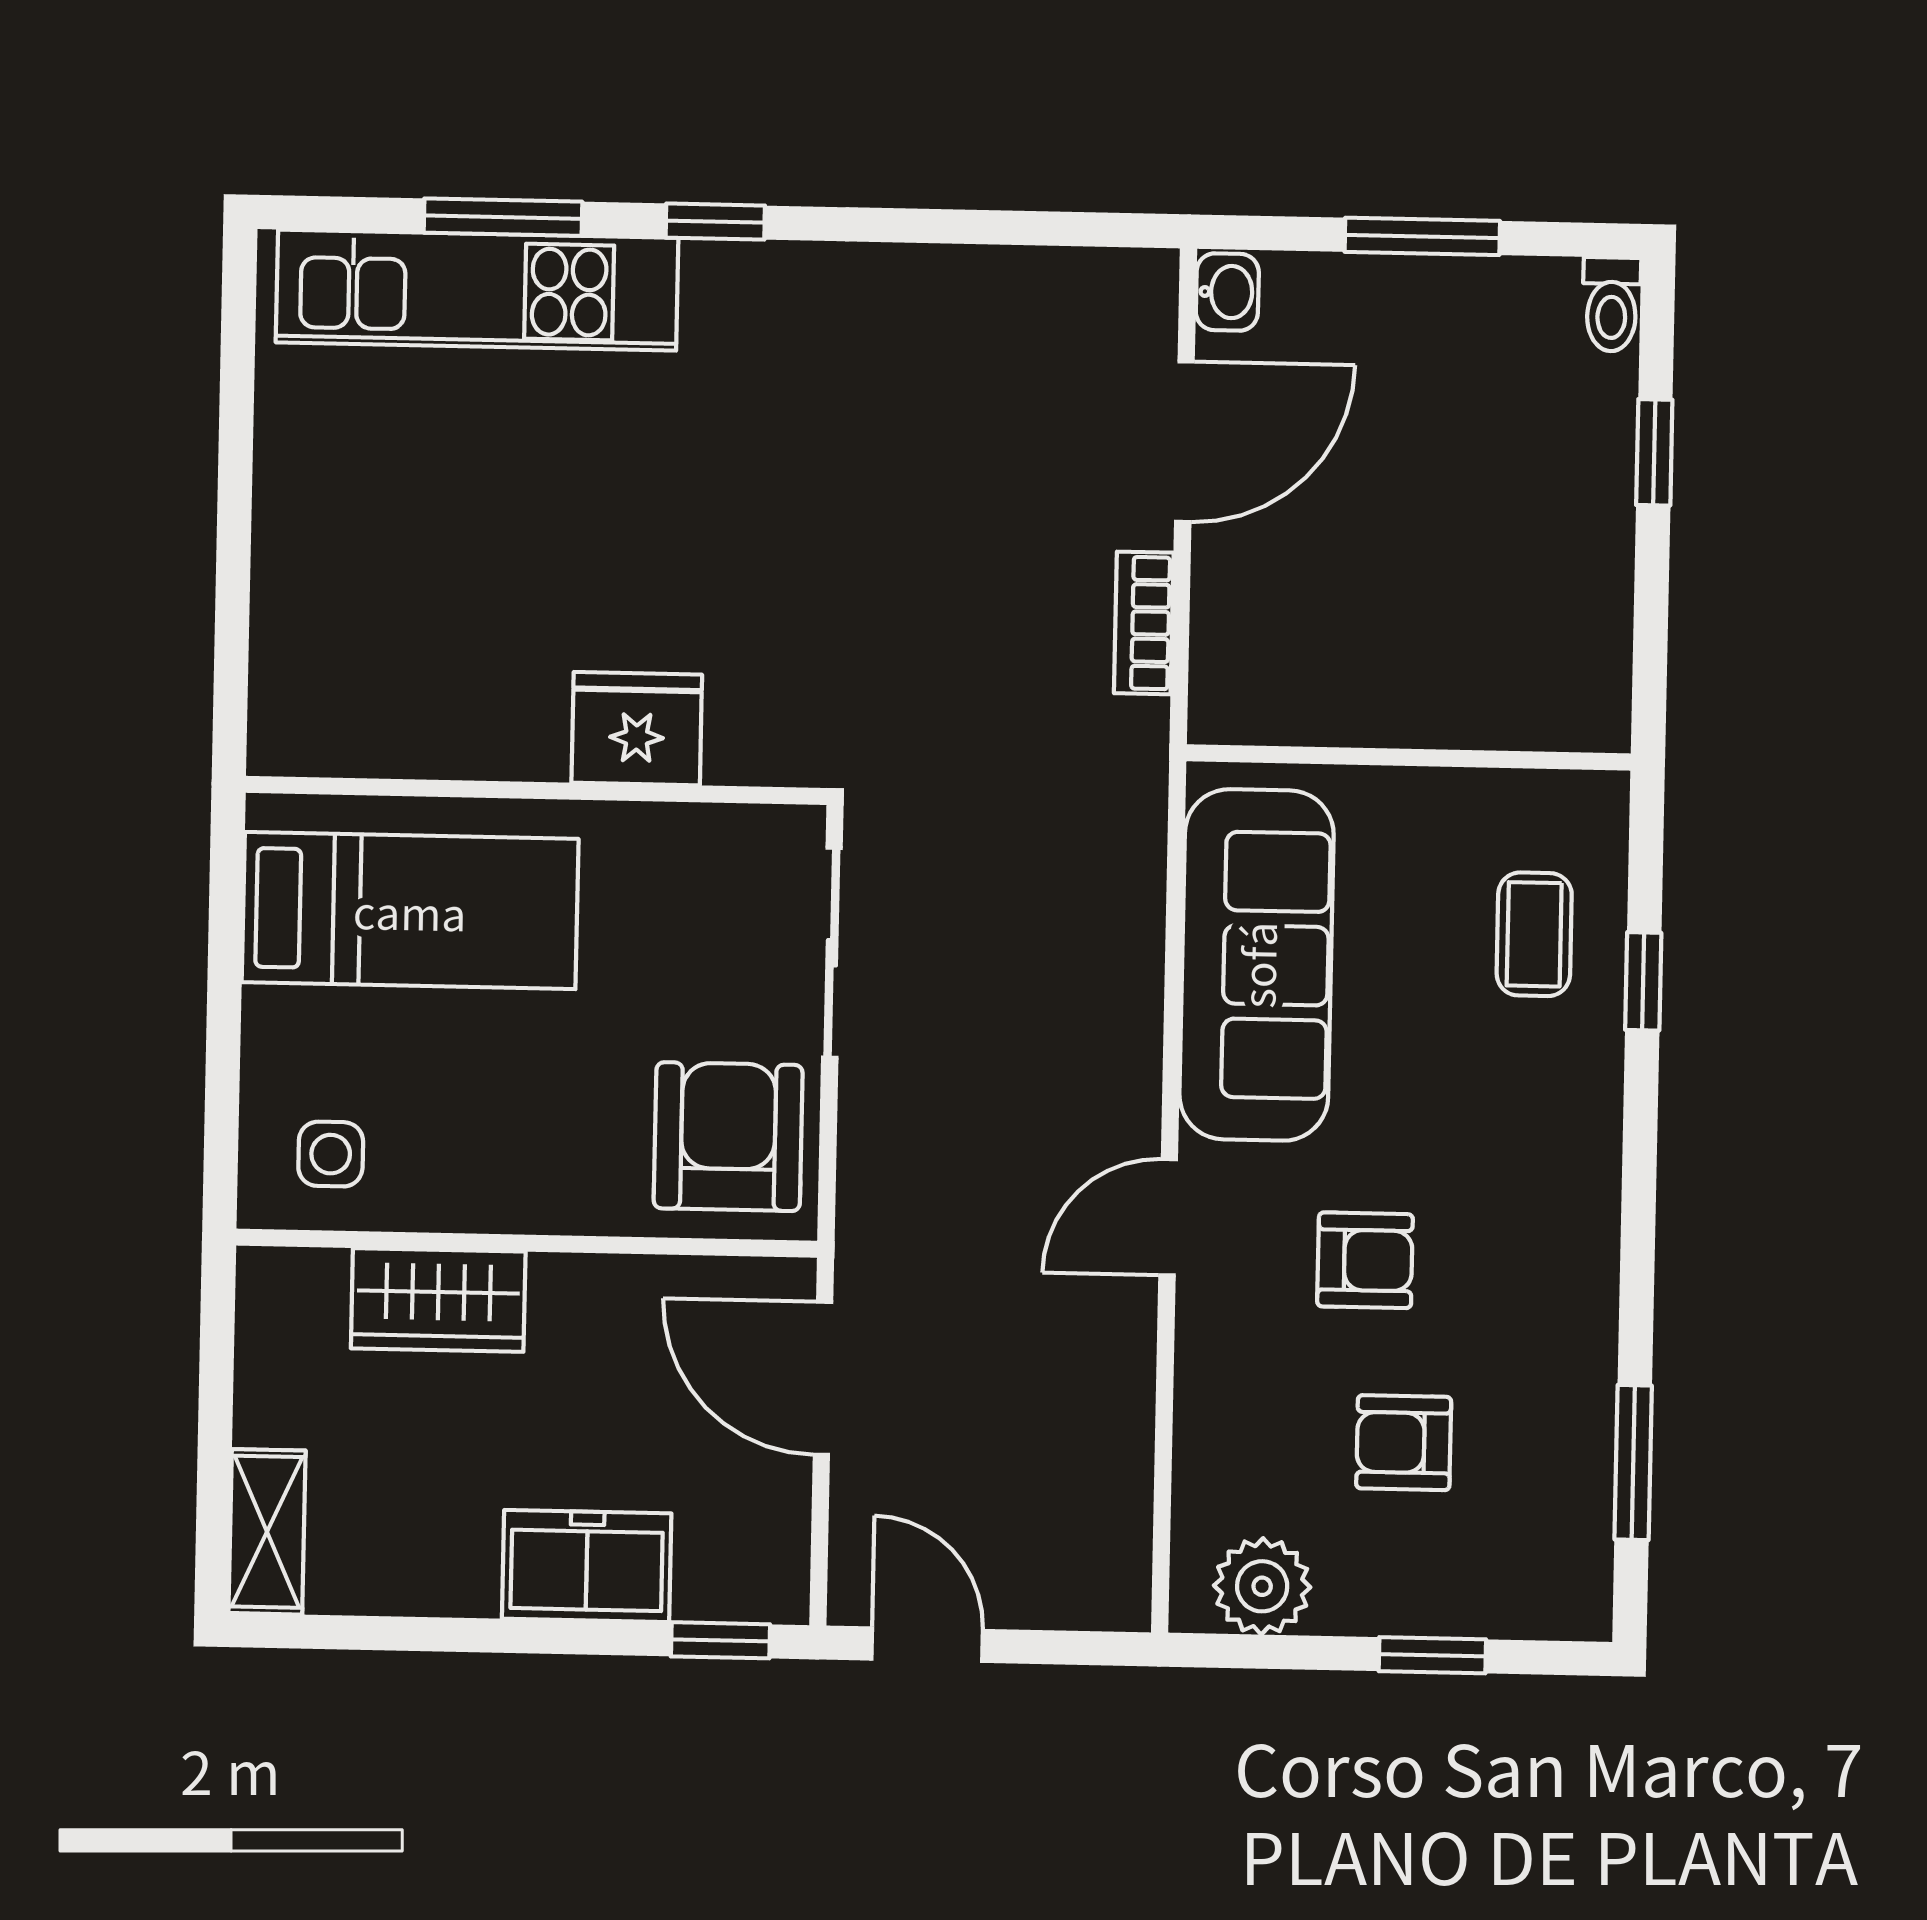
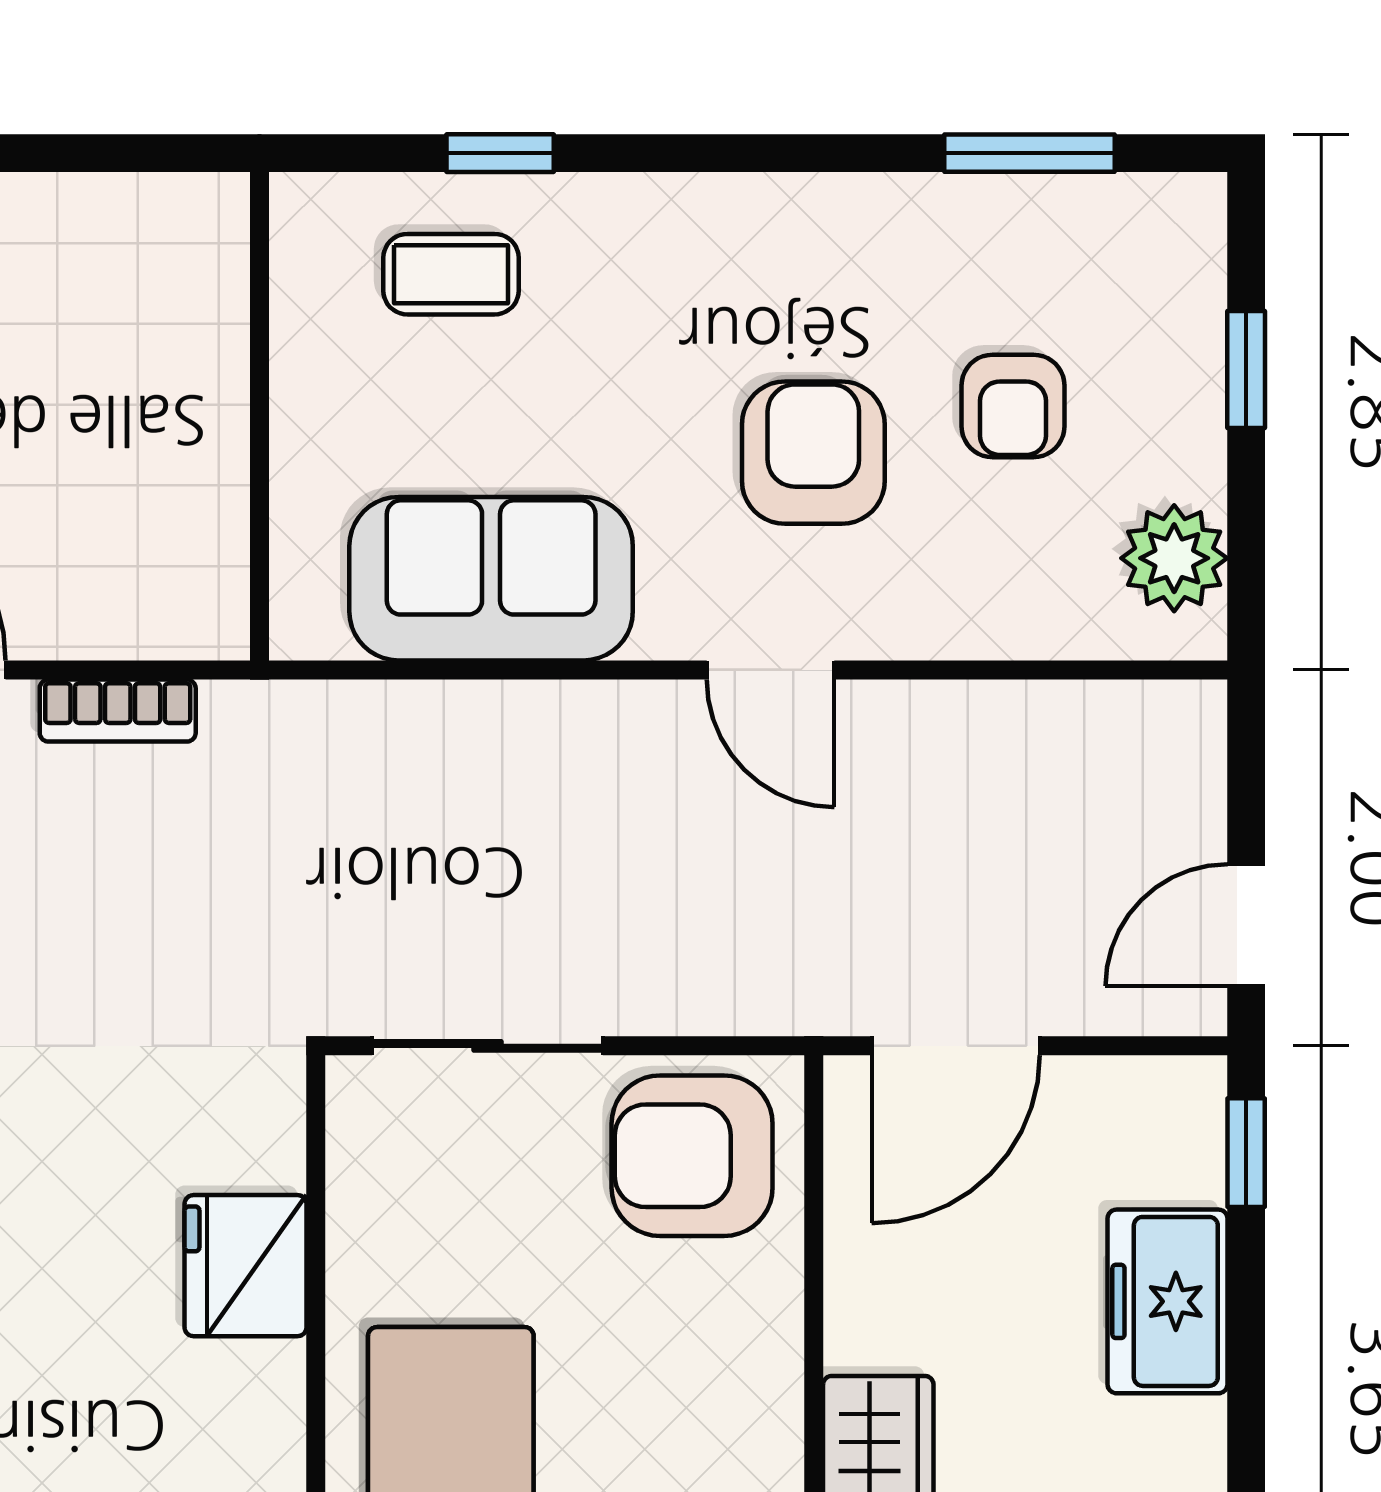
sofa: (1257, 965) -> (491, 579), width x0.73
armchair: (1365, 1260) -> (813, 453), width x1.38, depth x1.38

